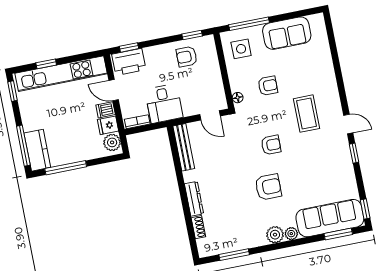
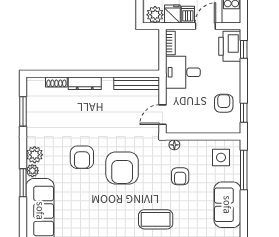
coffee table: (306, 114) -> (156, 219), moved
armchair: (271, 145) -> (122, 168), width x1.88, depth x1.88
window: (338, 234) -> (23, 183), moved

